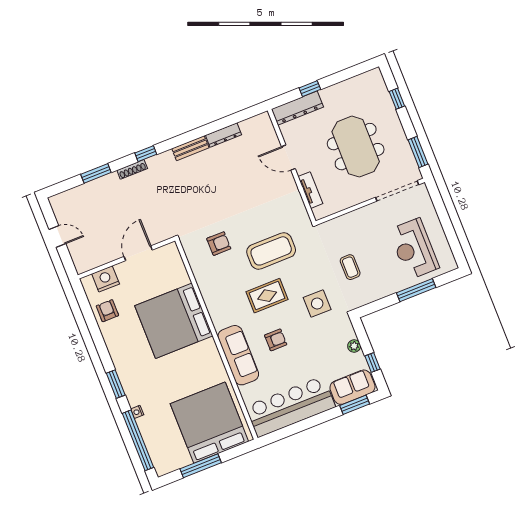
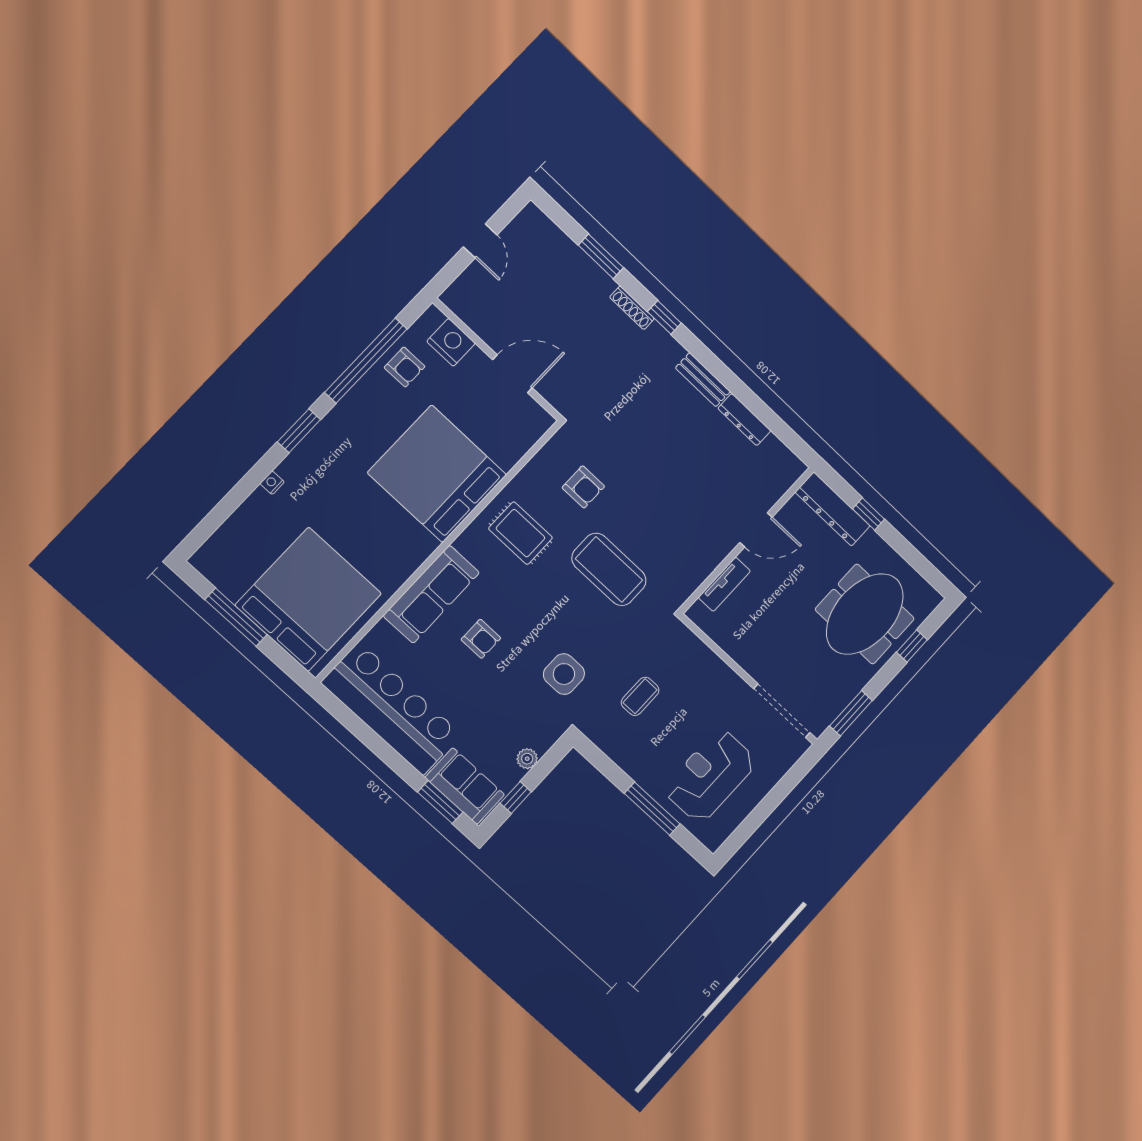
meeting table: (356, 147) -> (865, 614), moved
door: (288, 158) -> (756, 530), swing flipped
rug: (267, 296) -> (520, 533), moved
armchair: (107, 311) -> (405, 367), turned 90
window: (138, 440) -> (366, 361), moved

